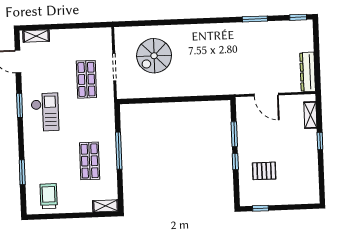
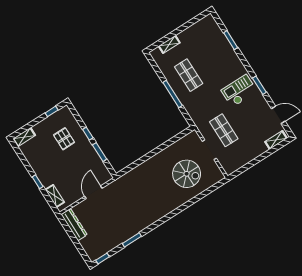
spiral stairs: (154, 56) -> (187, 174), turned 90
door: (266, 95) -> (93, 192), hinge flipped
checkout: (45, 112) -> (239, 91), turned 90
pallet: (264, 171) -> (64, 139), turned 90
trolley: (49, 196) -> (203, 34), removed
shelving: (306, 198) -> (24, 137), added
shelving: (106, 206) -> (169, 44), moved

